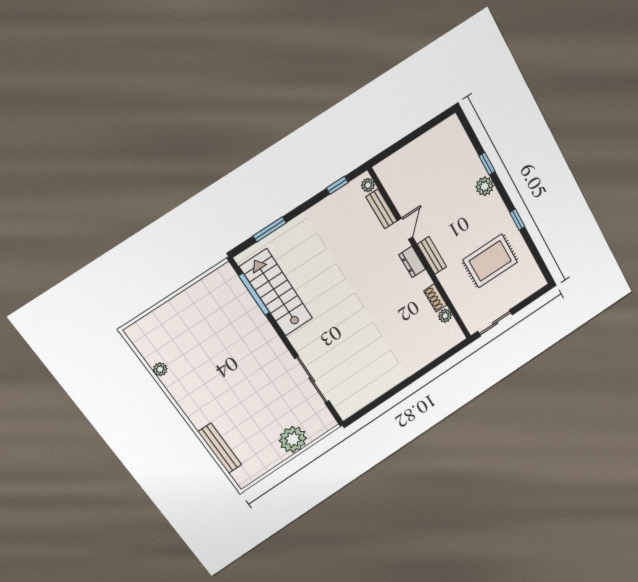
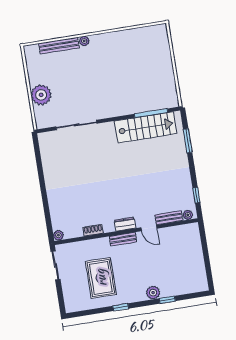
plant: (445, 316) -> (58, 235), moved
plant: (160, 369) -> (84, 41), moved

